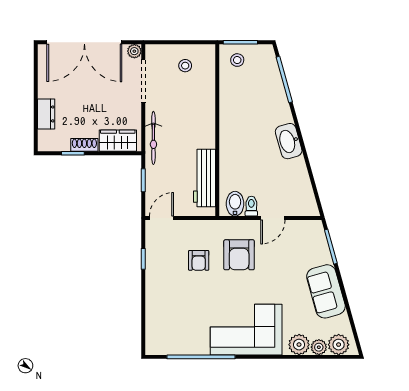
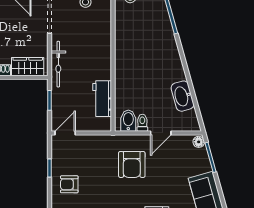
washbasin: (289, 141) -> (183, 96), moved
workbench: (204, 178) -> (102, 99), width x0.73
floor lamp: (317, 228) -> (199, 142), added
armchair: (199, 260) -> (69, 184), moved, turned 90

